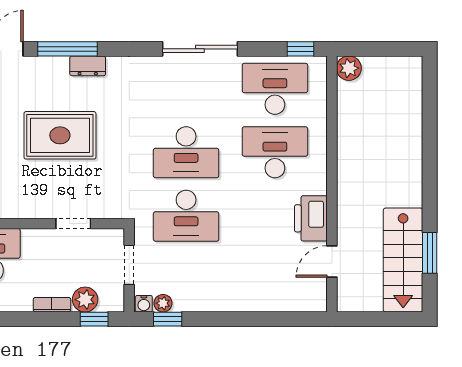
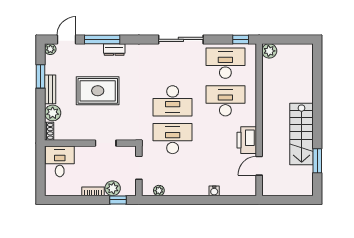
desk: (186, 216) -> (173, 139), turned 180
stairs: (403, 260) -> (302, 134), moved
water cooler: (144, 304) -> (214, 191), moved
window: (168, 319) -> (162, 200), removed

